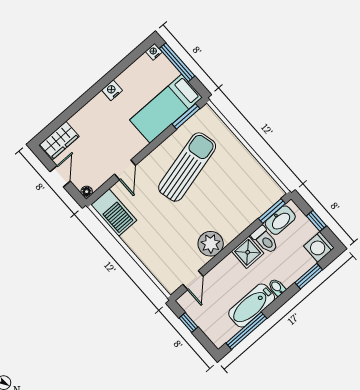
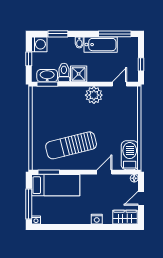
nightstand: (112, 90) -> (97, 219), moved

